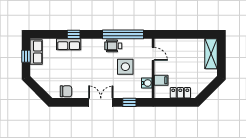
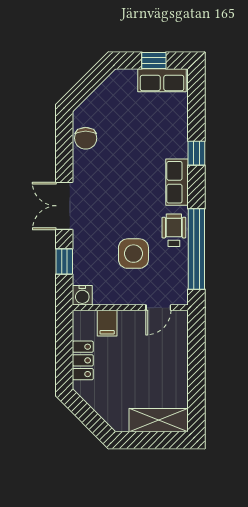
row of seats: (69, 44) -> (177, 182), moved
water cooler: (147, 83) -> (82, 295), moved
double door: (101, 102) -> (64, 206), swing flipped

